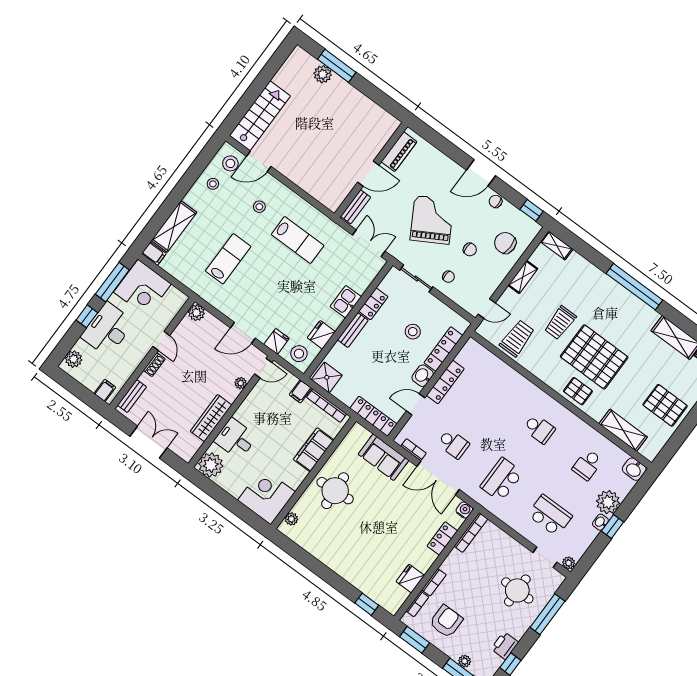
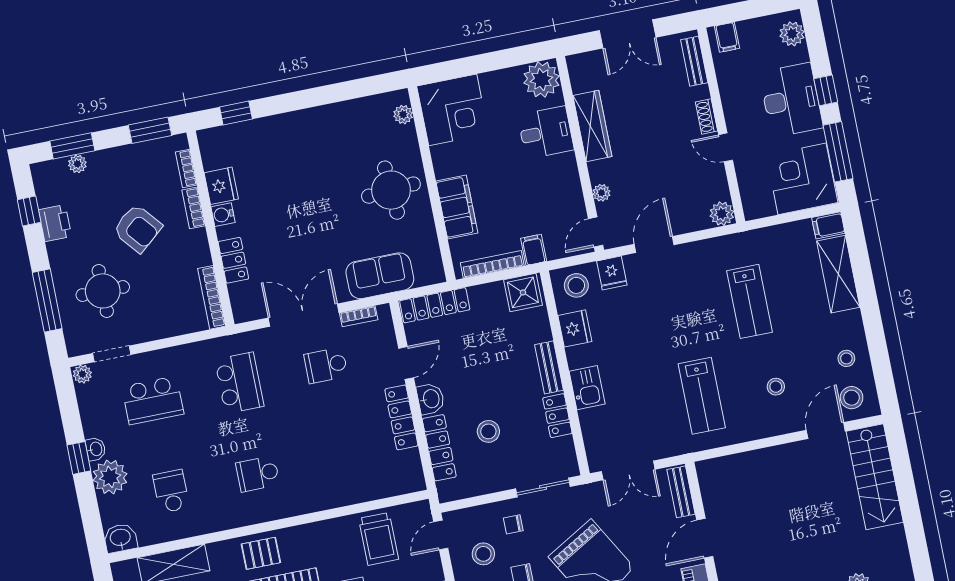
lab bench: (298, 240) -> (702, 396), turned -90
stool: (477, 278) -> (483, 554), added
water cooler: (464, 510) -> (223, 215), moved, turned 90
armchair: (446, 621) -> (137, 228), moved, turned -40

